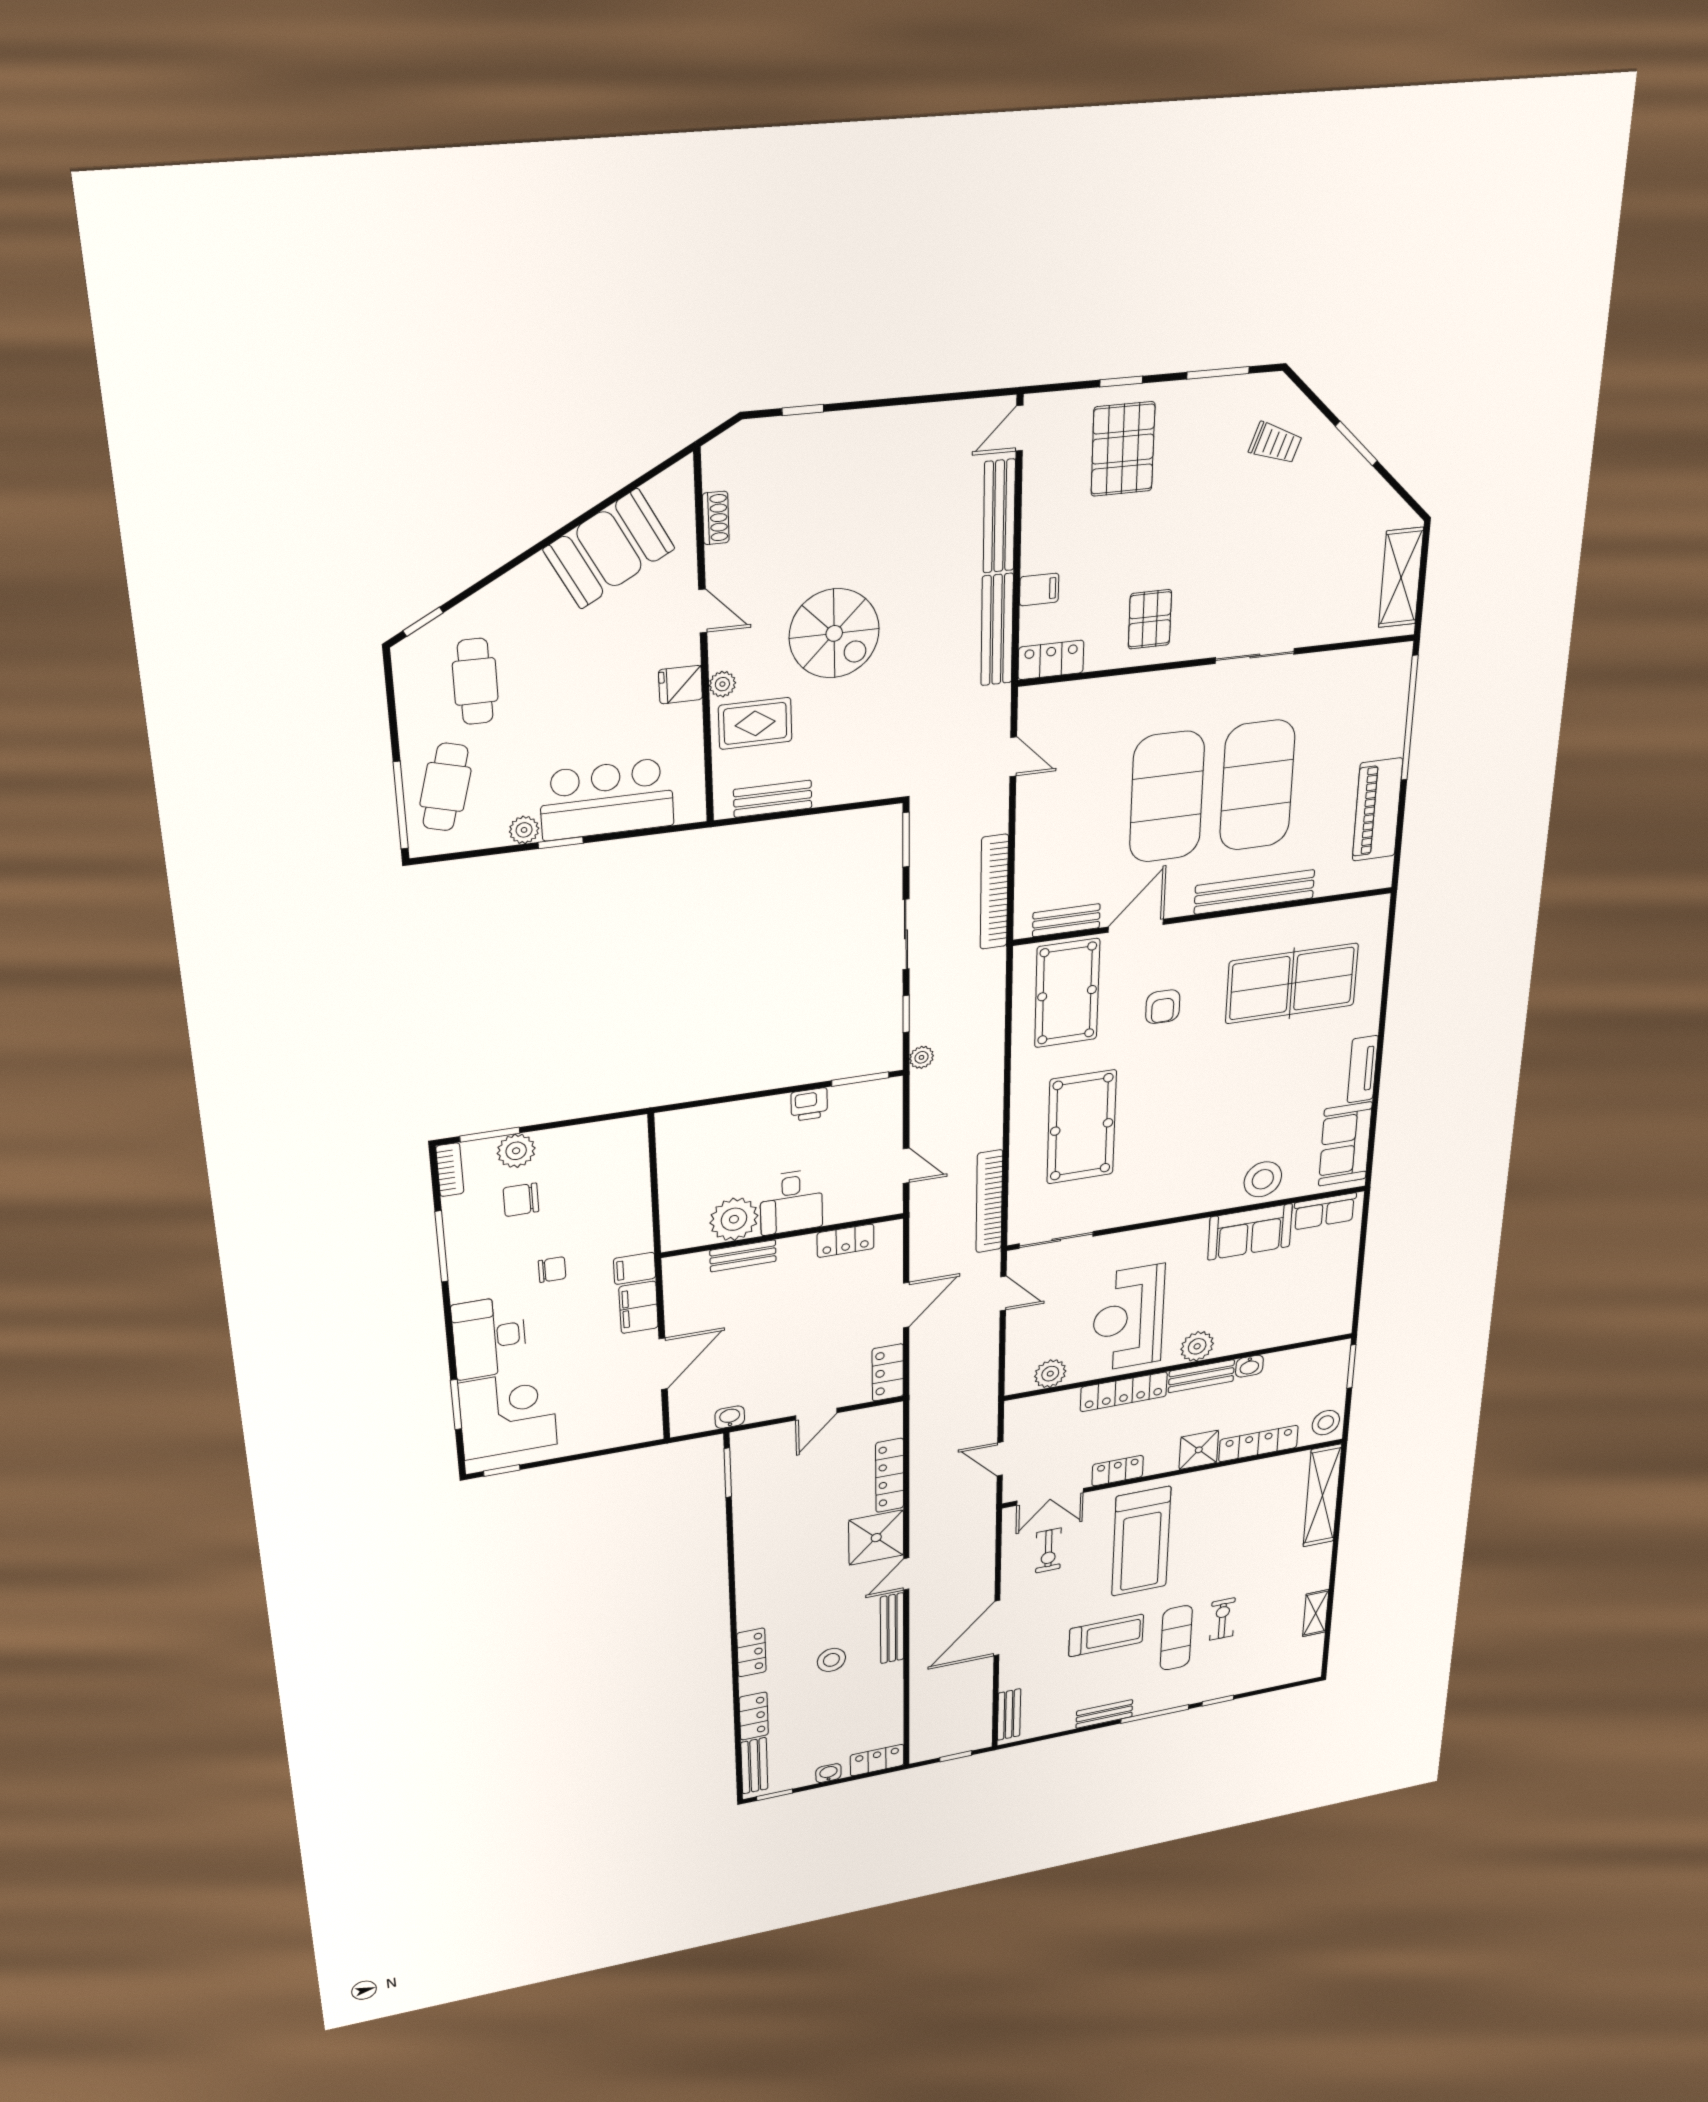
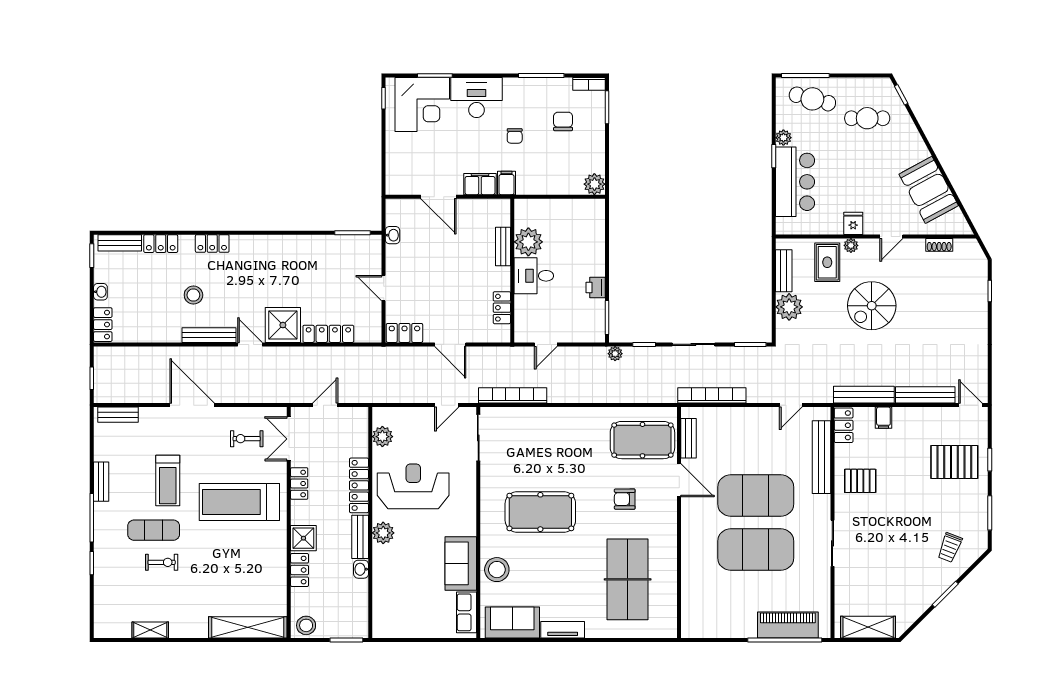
plant: (838, 781) -> (789, 307), added
piano: (1377, 810) -> (788, 625), moved
bench: (1254, 892) -> (821, 457), moved
pool table: (1082, 1127) -> (540, 512), moved
plant: (516, 1151) -> (594, 184), moved
locker: (1258, 1444) -> (300, 570), width x0.66

